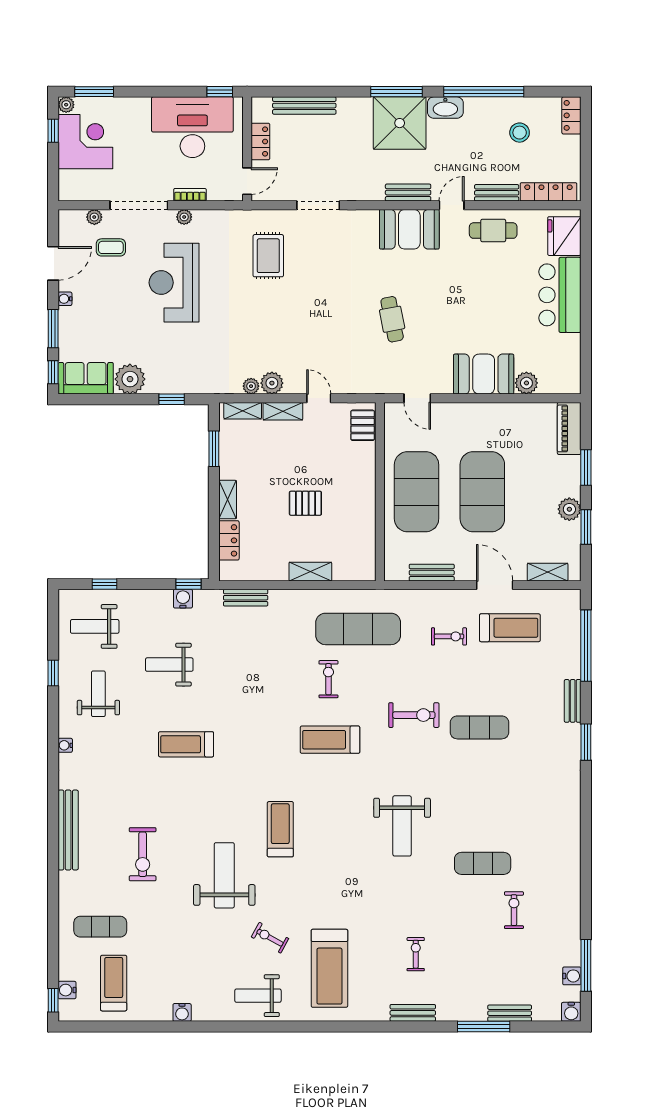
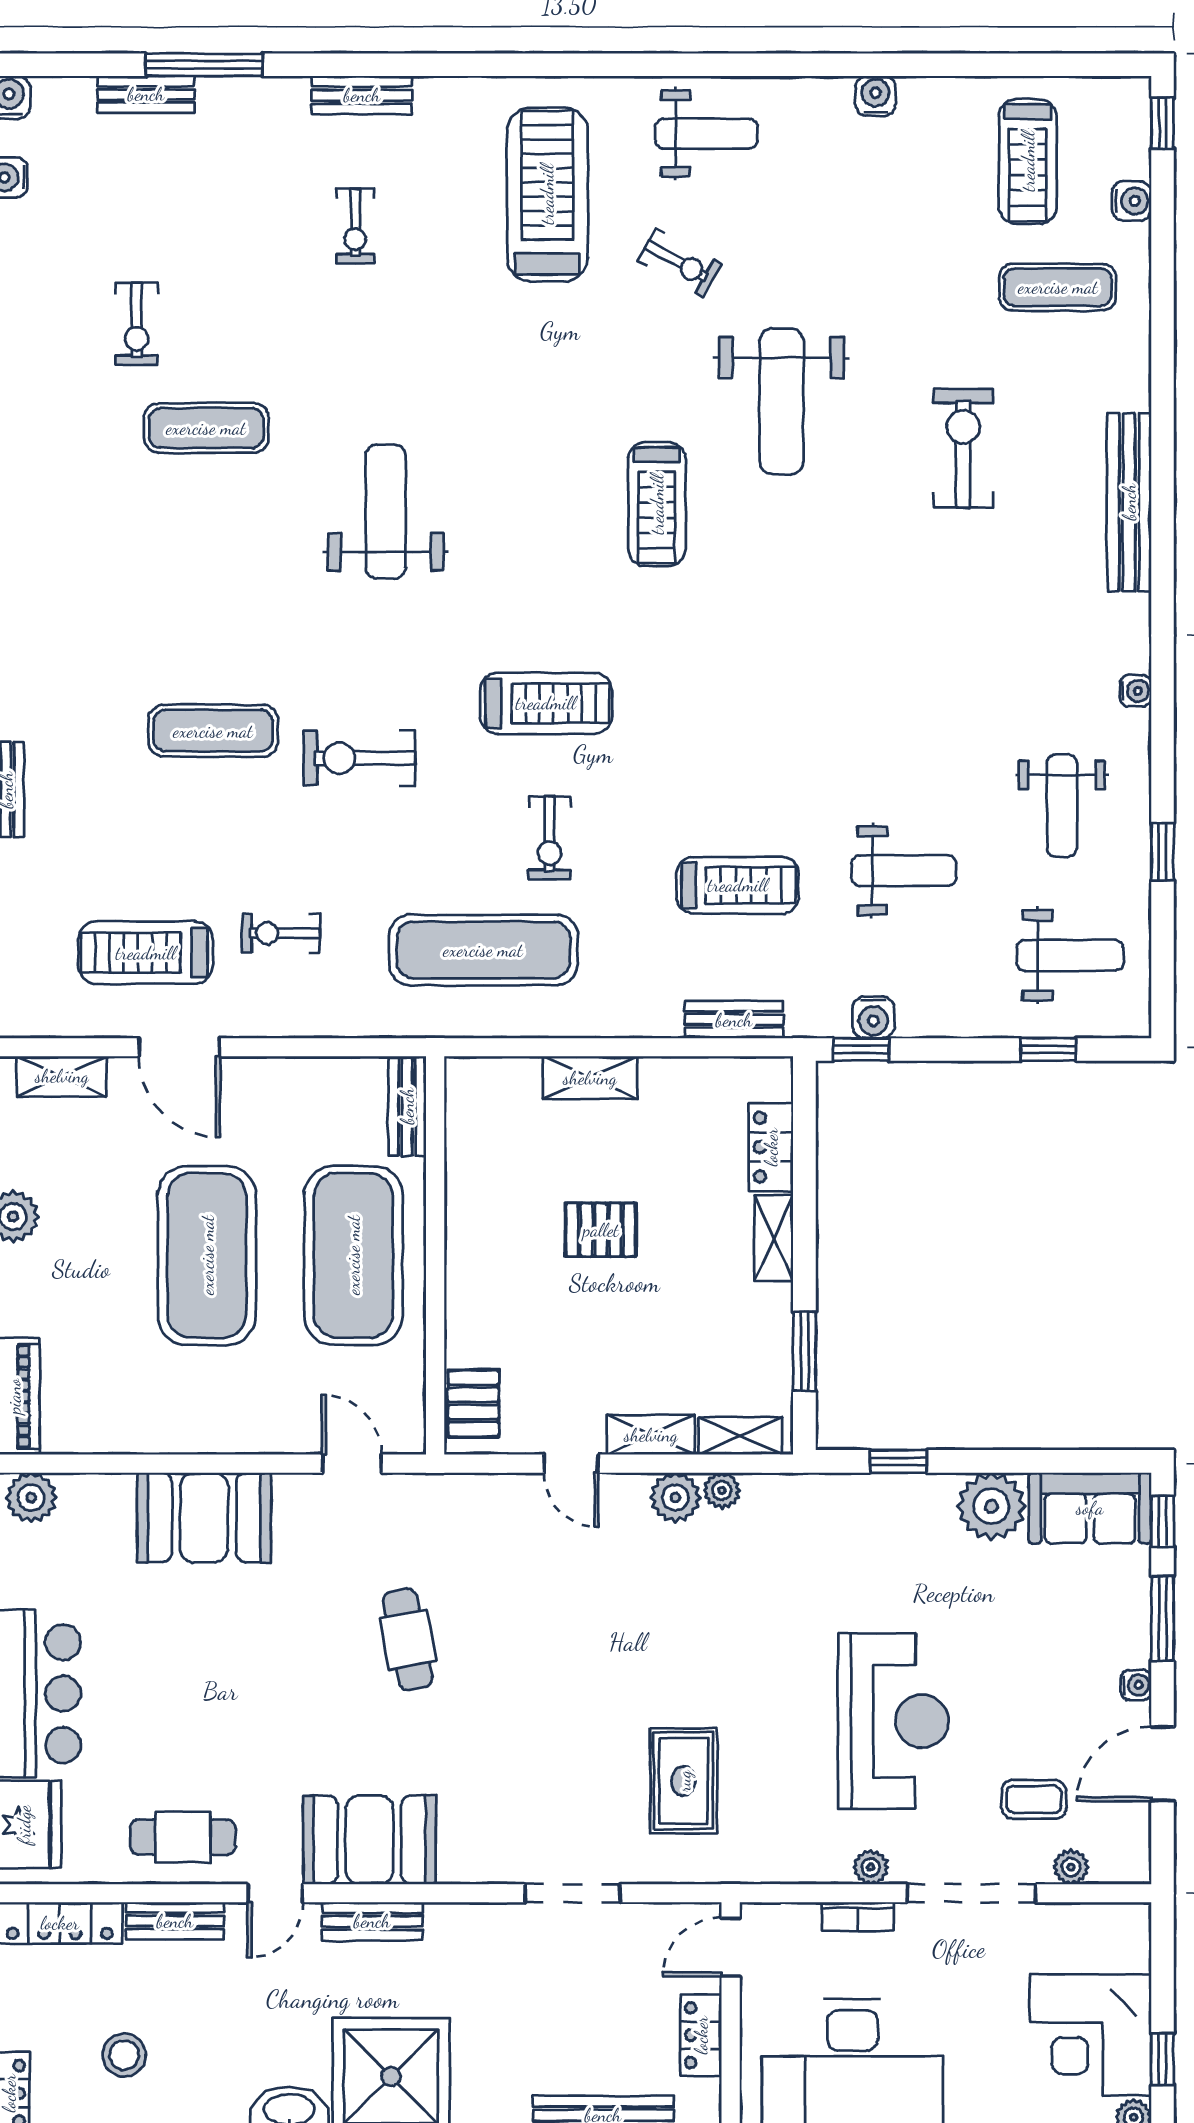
plant: (526, 383) -> (31, 1498), moved
bench: (432, 573) -> (407, 1106), moved, turned 90
treadmill: (186, 744) -> (738, 885), moved
water cooler: (67, 990) -> (1132, 201), moved

